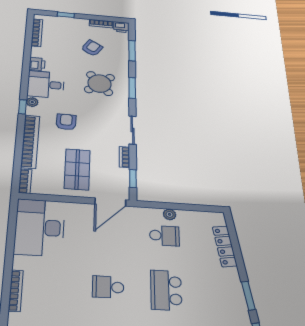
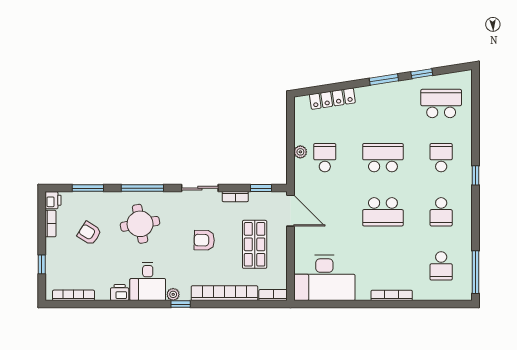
round table: (100, 84) -> (140, 224), turned 30
window: (132, 88) -> (142, 188), width x1.44
armchair: (66, 122) -> (204, 240), moved
shop shelf: (77, 169) -> (255, 244), turned 90
school desk: (108, 287) -> (383, 212), width x1.85
school desk: (166, 290) -> (383, 158), turned 180

